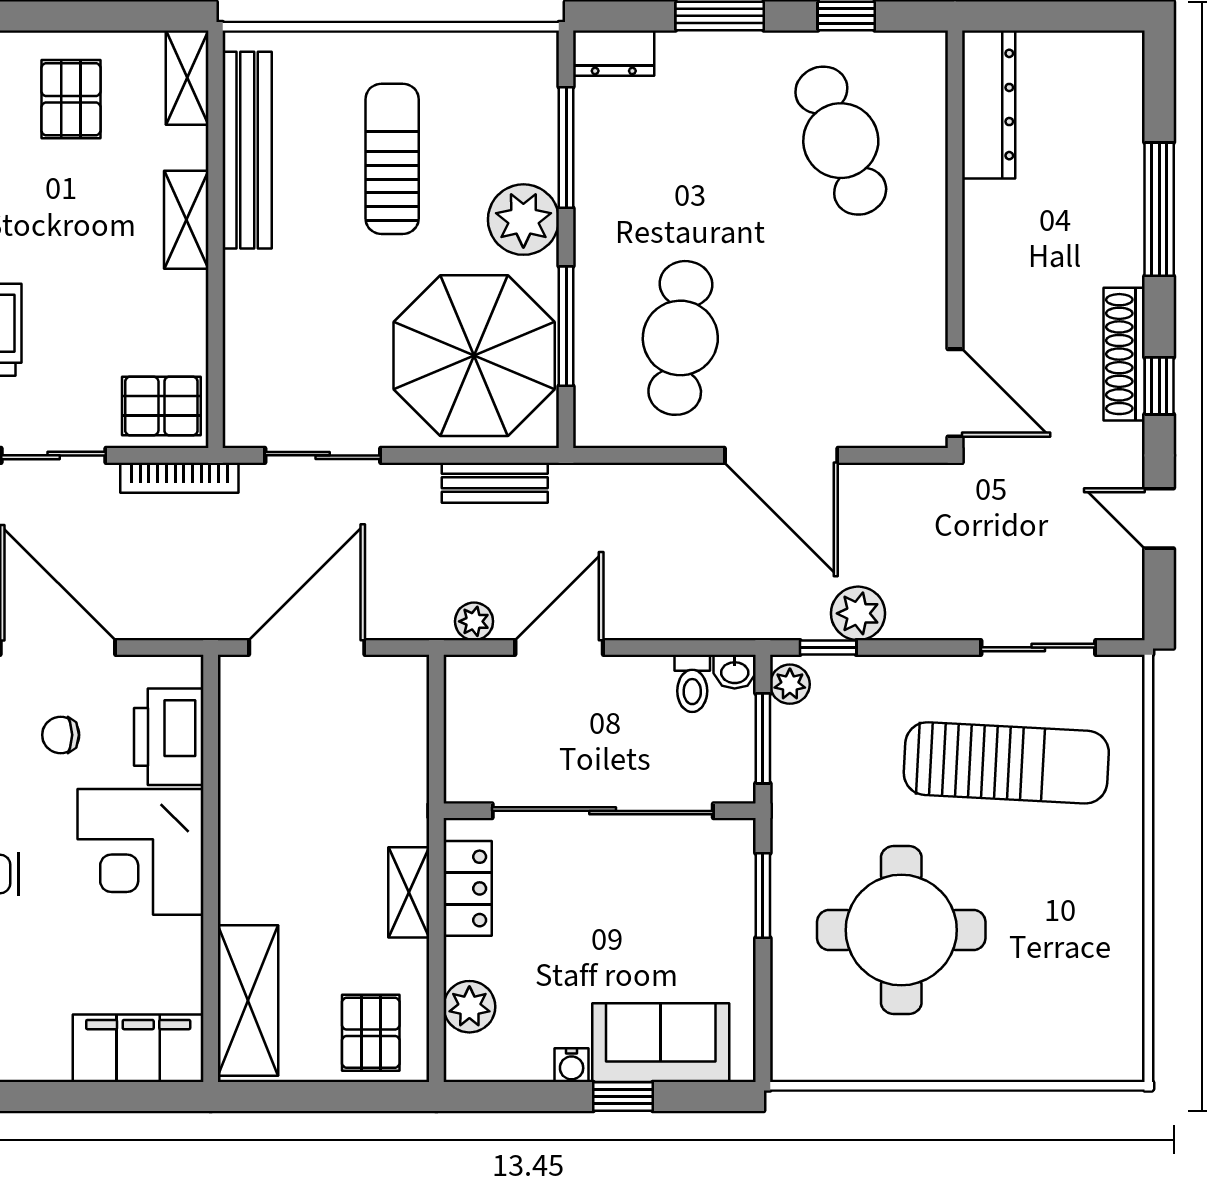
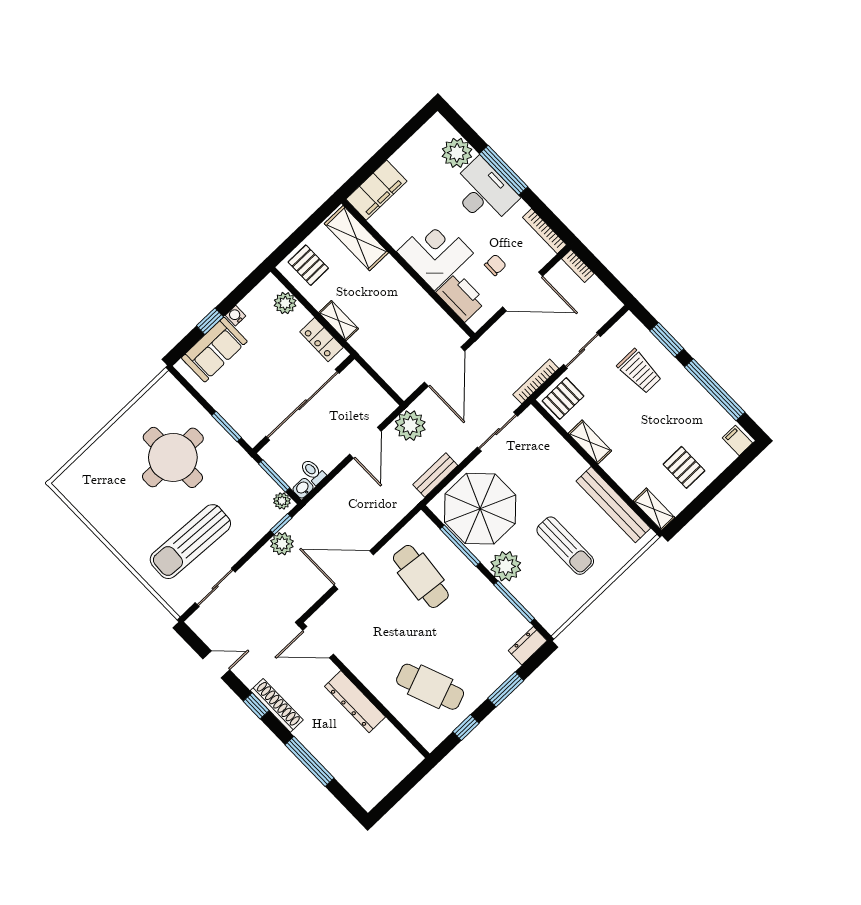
dresser: (989, 104) -> (355, 702), moved
shelving: (186, 220) -> (590, 442), moved
plant: (474, 621) -> (410, 426), width x1.87, depth x1.87

